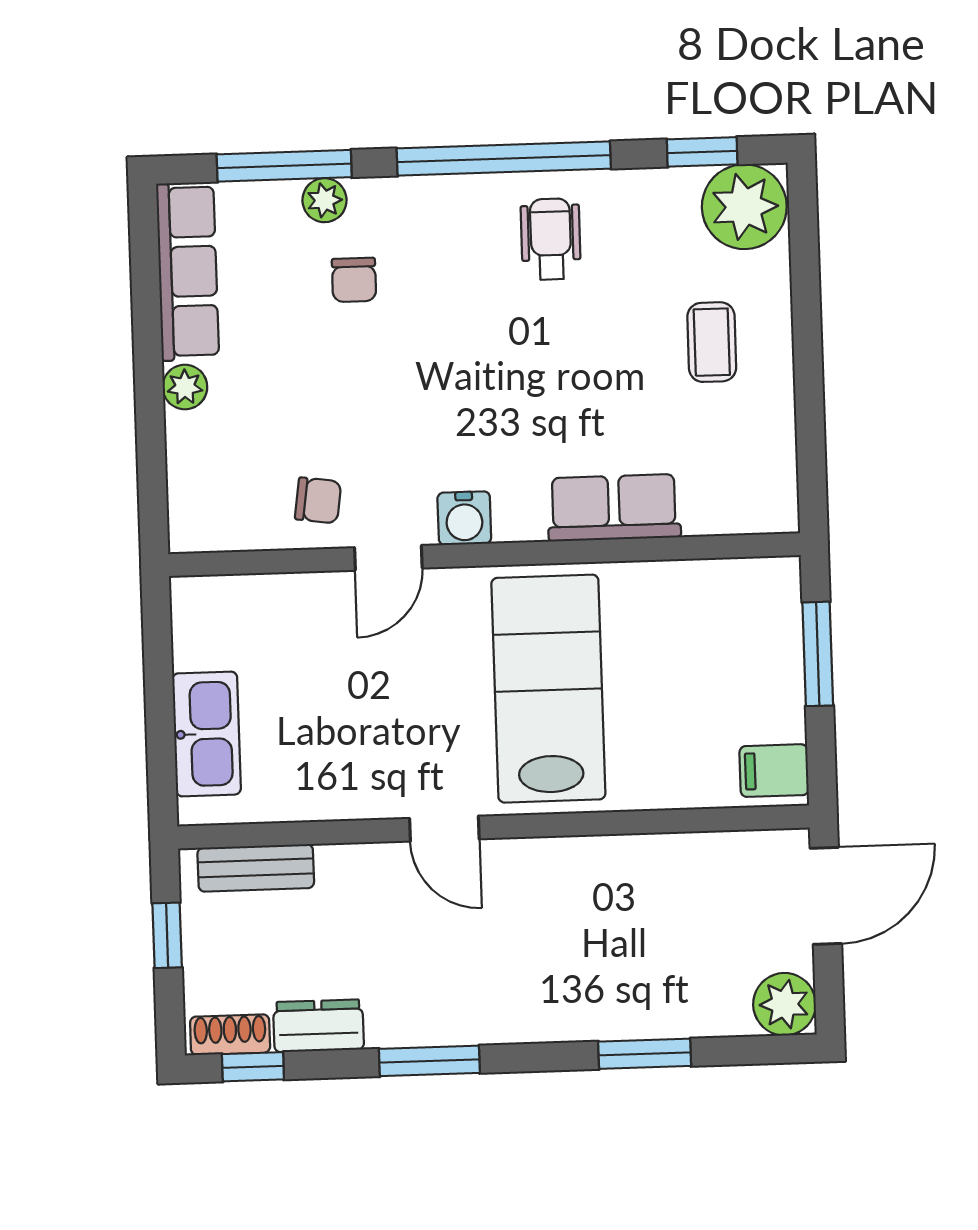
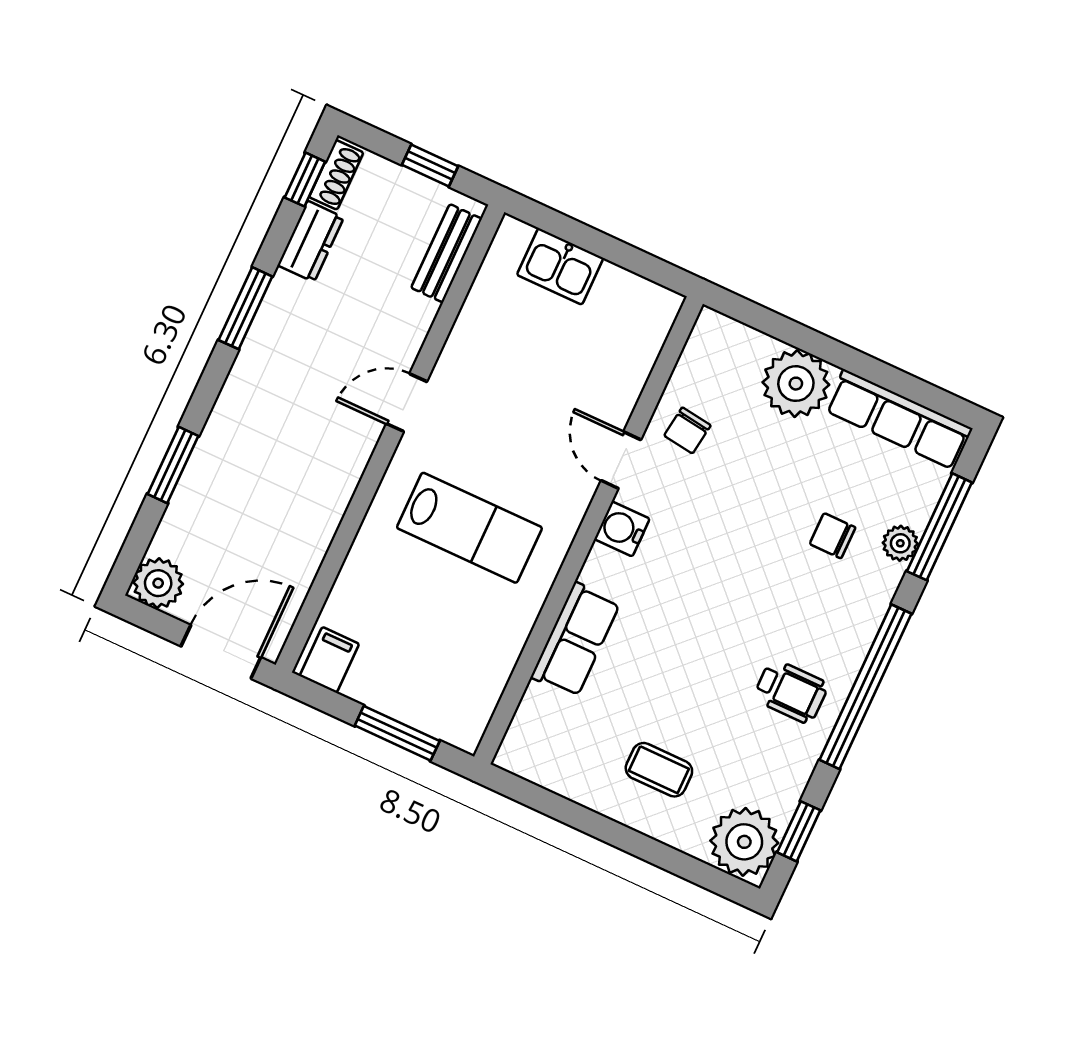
plant: (185, 387) -> (796, 384), width x1.88, depth x1.88
lab bench: (548, 689) -> (469, 528), width x0.73, depth x0.72
kitchen sink: (207, 734) -> (560, 266), width x0.73
door: (826, 896) -> (221, 652), swing flipped

